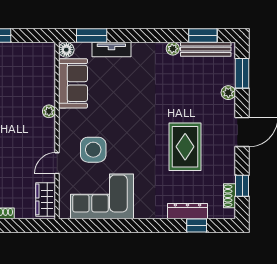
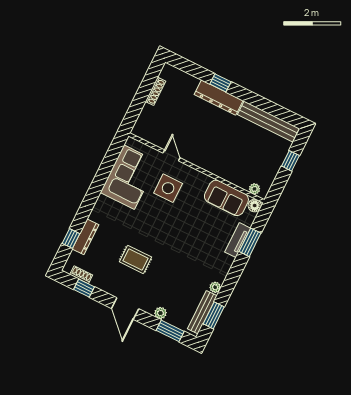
window: (92, 35) -> (250, 242), moved
plant: (49, 111) -> (254, 189), moved
rug: (185, 147) -> (136, 259), width x0.73, depth x0.70
wardrobe: (46, 199) -> (148, 133), removed

